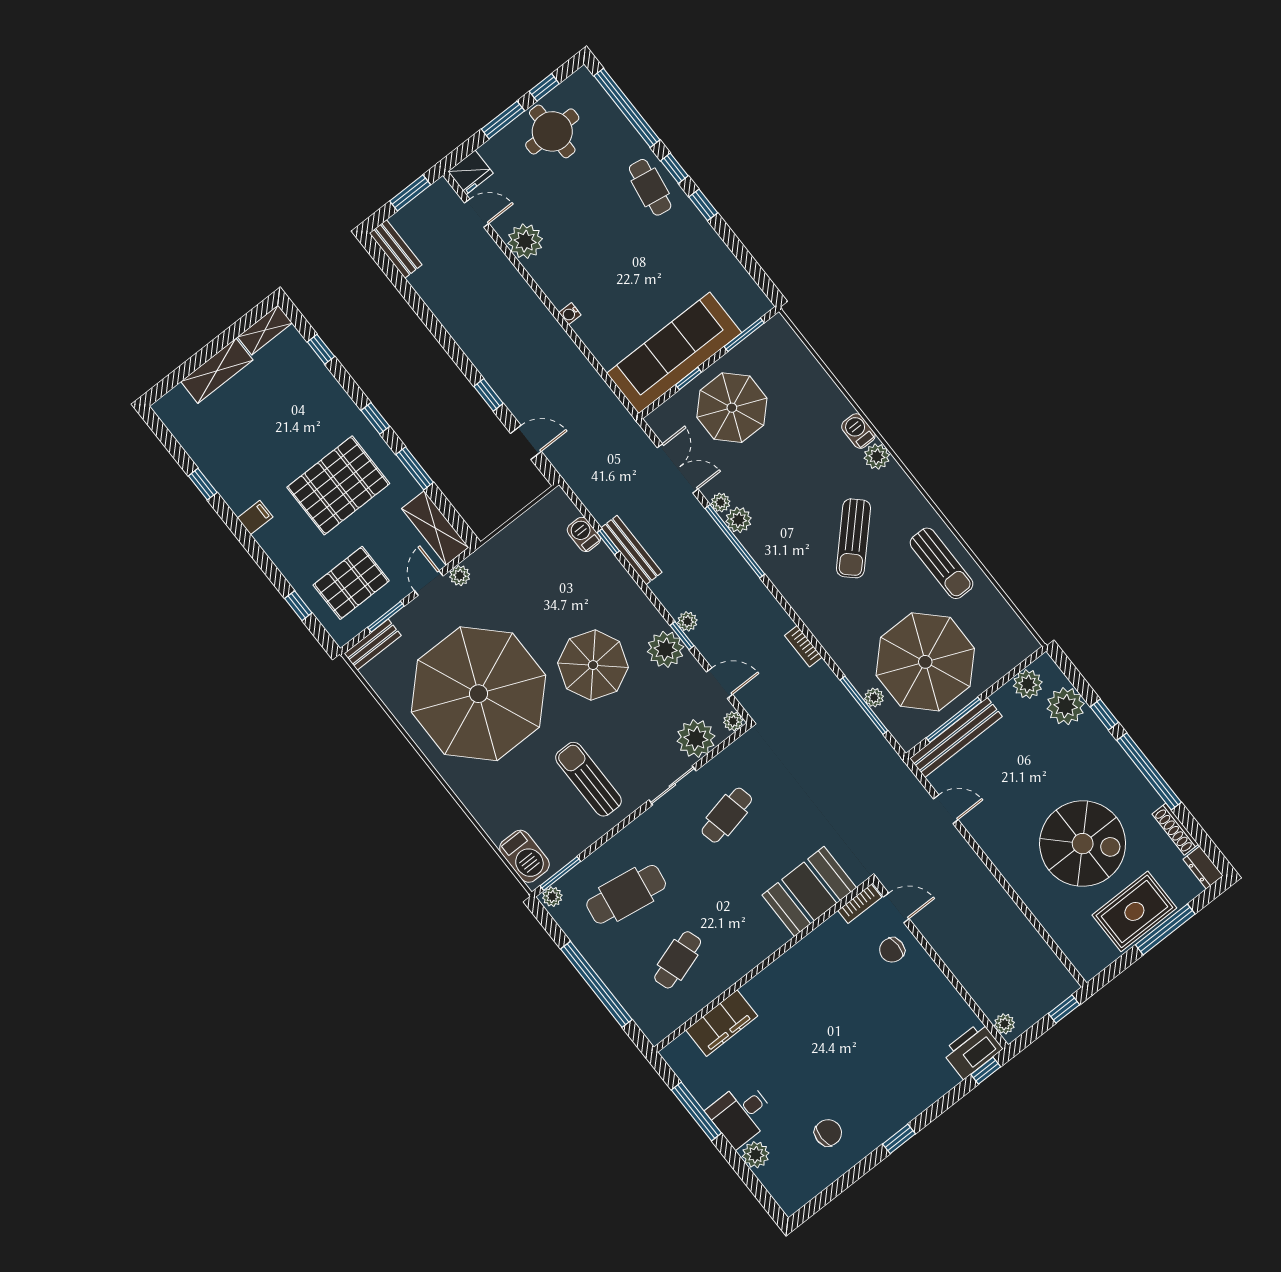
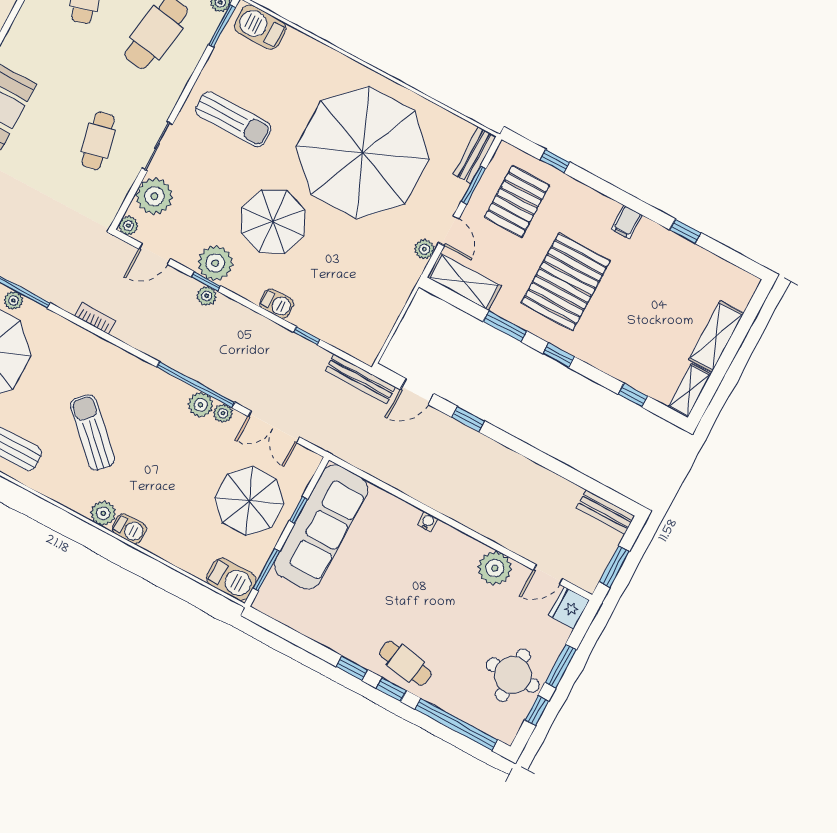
barbecue: (782, 340) -> (231, 579), added
barbecue: (584, 534) -> (277, 304), moved
bench: (631, 550) -> (360, 379), moved

